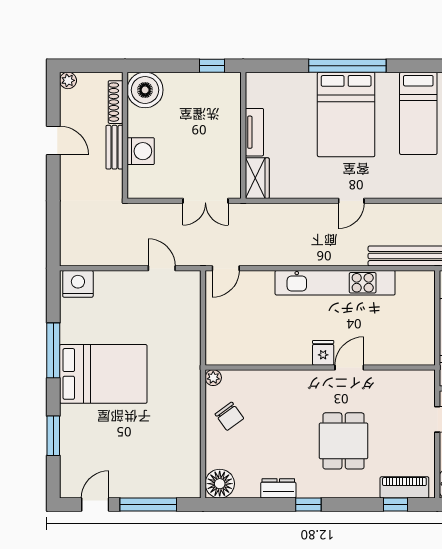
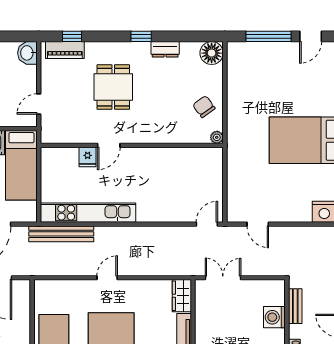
bench: (114, 147) -> (295, 306), moved
kitchen unit: (335, 283) -> (88, 213), moved
fridge: (323, 353) -> (88, 157), moved

